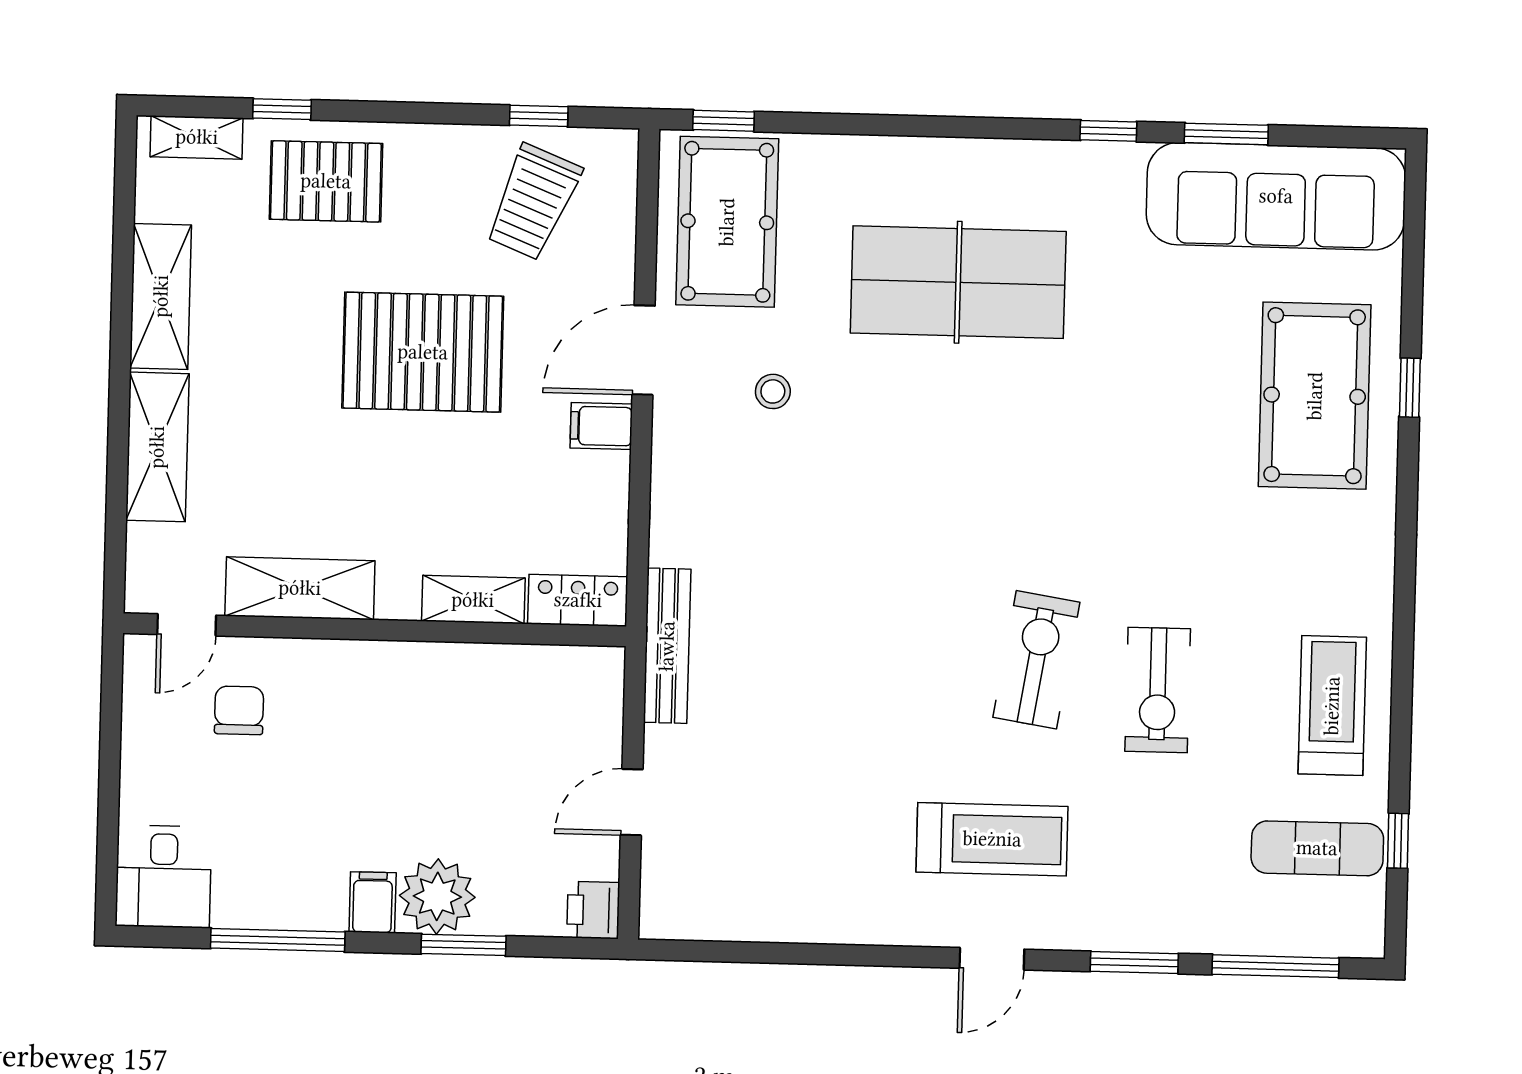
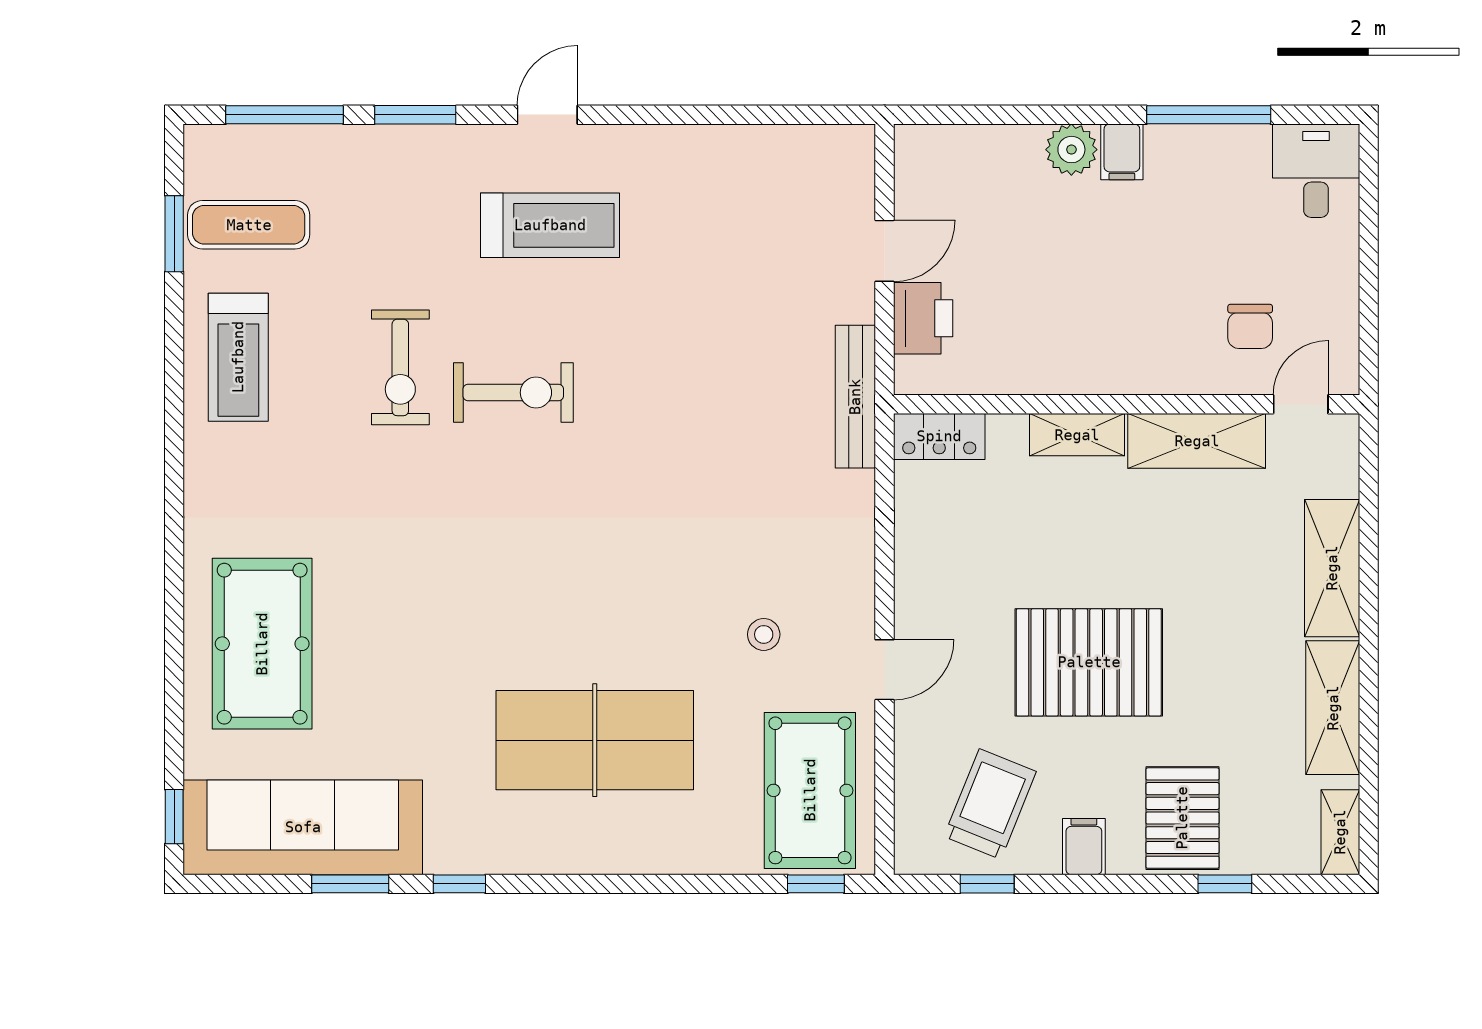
shelving: (197, 137) -> (1340, 832), moved, turned 90
pallet: (326, 181) -> (1182, 818), turned 90
door: (643, 350) -> (884, 670), width x0.73
window: (1410, 388) -> (174, 817), moved
filing cabinet: (601, 426) -> (1084, 847), moved, turned -90
shelving: (473, 600) -> (1077, 435), moved
exercise bike: (1036, 660) -> (513, 393), turned -99
exercise bike: (1158, 690) -> (400, 367), turned 180
treadmill: (992, 839) -> (550, 225), turned 180
window: (1398, 841) -> (174, 234), width x1.50
plant: (437, 896) -> (1071, 150), width x0.73, depth x0.73
printer: (593, 910) -> (923, 318), moved, width x1.36, depth x1.24
window: (464, 945) -> (1037, 115), removed

